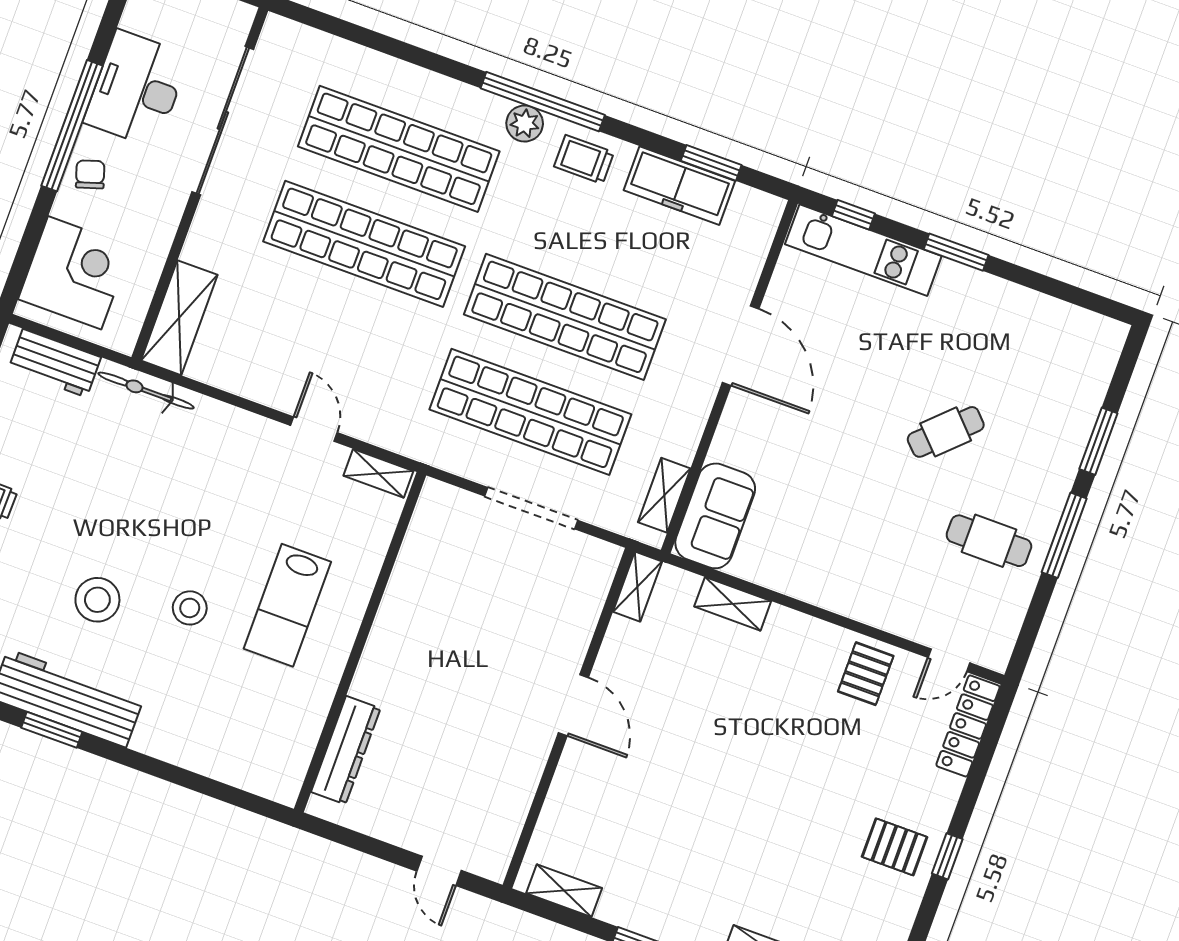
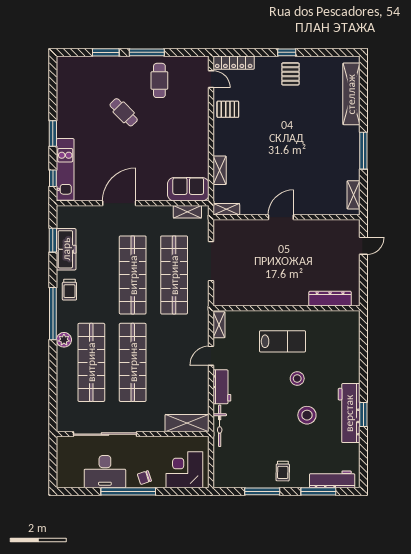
plant: (525, 123) -> (64, 340), moved
workbench: (55, 363) -> (222, 387), moved

